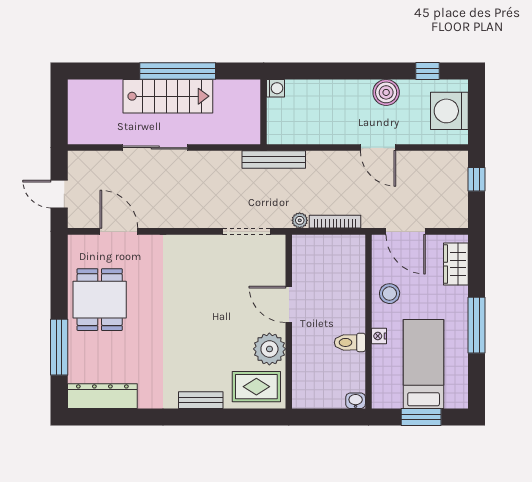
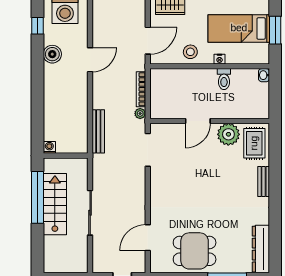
washing machine: (276, 88) -> (49, 147), moved
wall: (264, 112) -> (66, 156), moved

